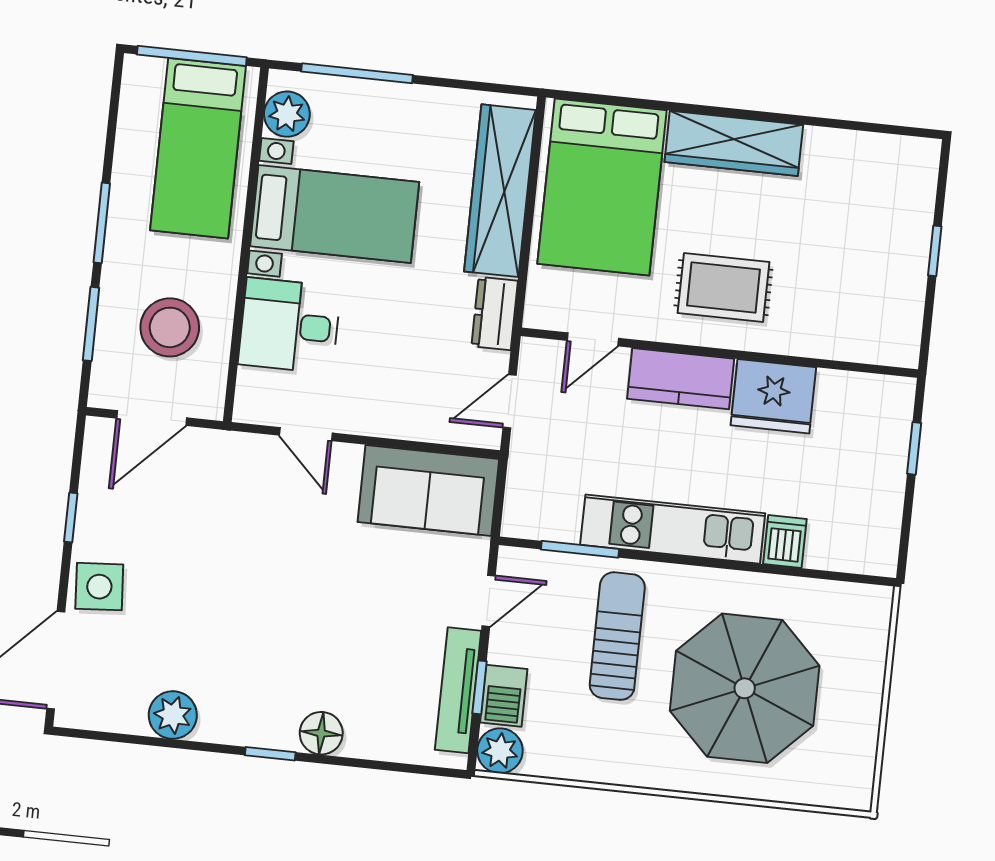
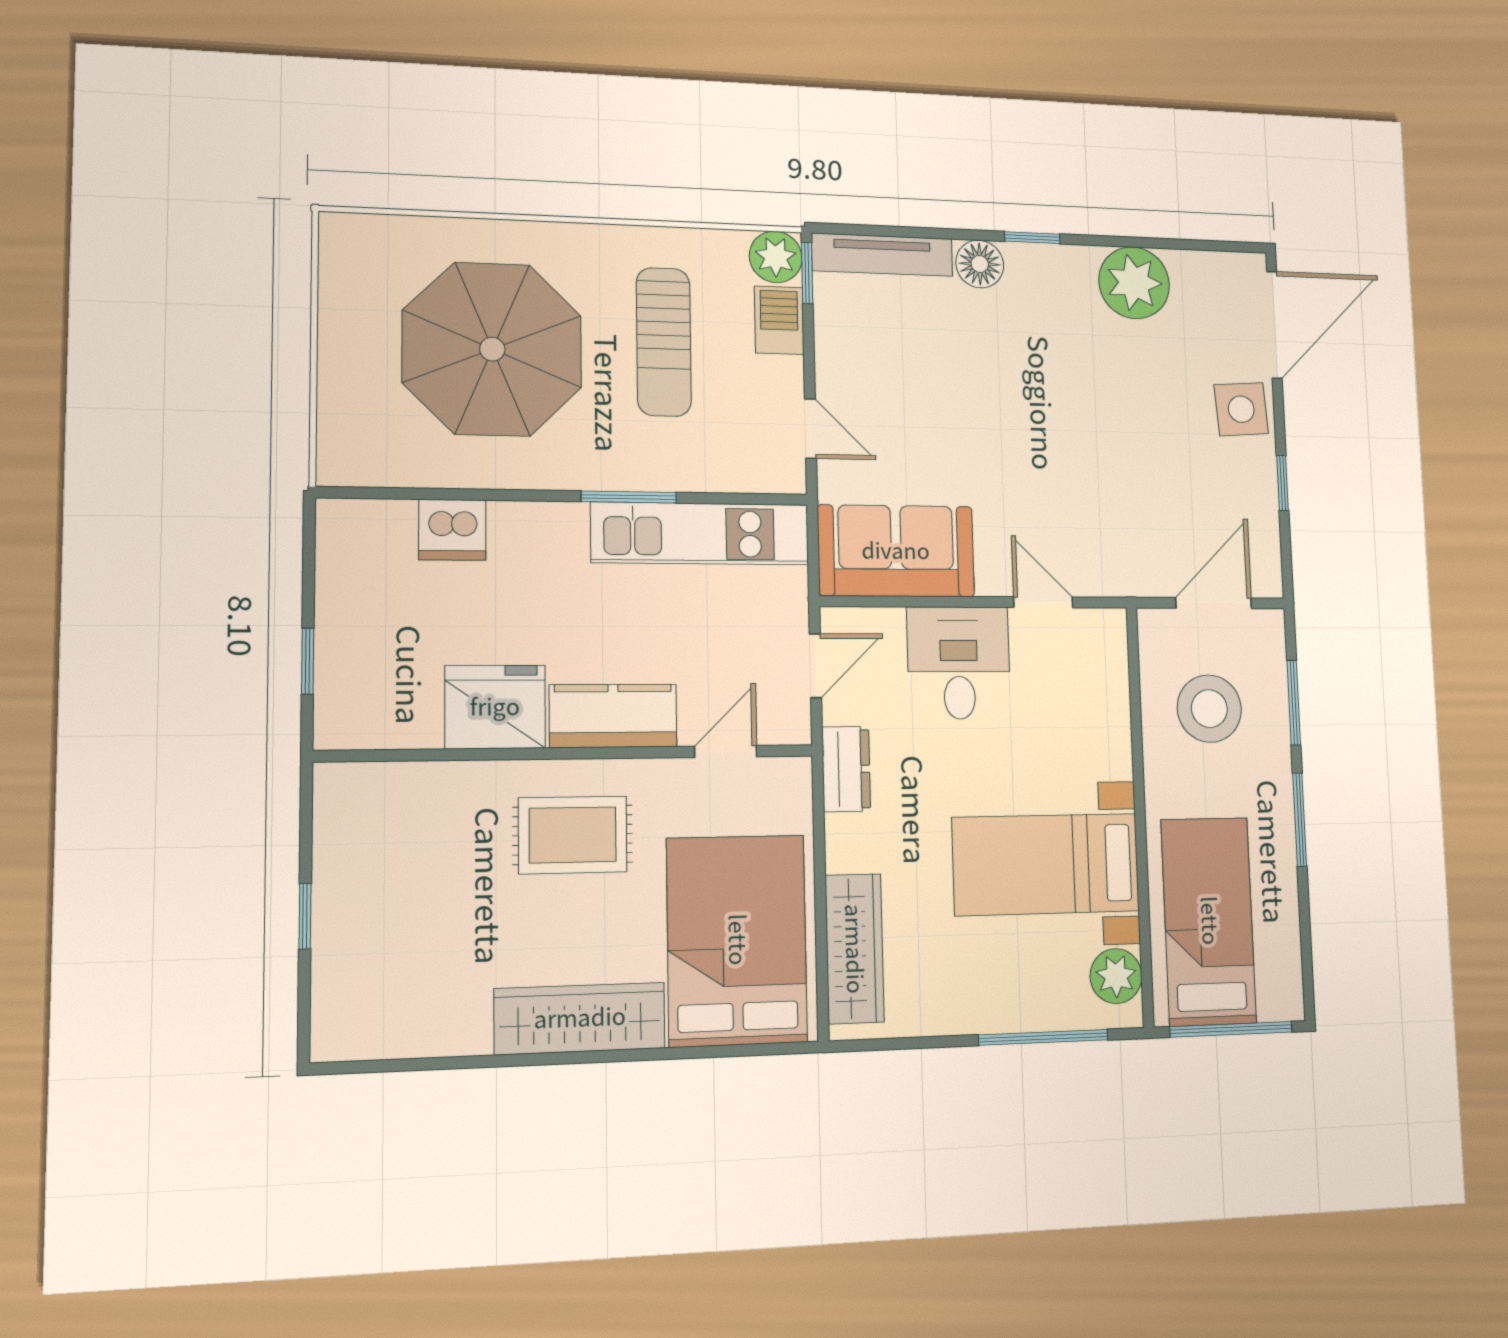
wardrobe: (500, 191) -> (854, 949), width x0.71, depth x0.85
desk: (290, 326) -> (959, 663), moved, turned -90
kitchen unit: (673, 529) -> (700, 533), moved
dishwasher: (785, 542) -> (452, 530), width x1.38
window: (580, 549) -> (629, 497), moved
door: (489, 601) -> (810, 429), swing flipped
sun lounger: (617, 636) -> (664, 342), moved
window: (480, 687) -> (807, 273), moved
tv unit: (458, 690) -> (882, 255), moved, turned 90
plant: (173, 715) -> (1134, 283), width x1.36, depth x1.36

